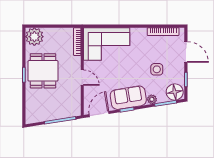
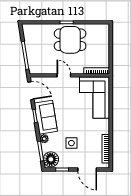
plant: (34, 37) -> (101, 32), removed
door: (186, 52) -> (87, 169), hinge flipped
door: (82, 78) -> (64, 75), swing flipped

